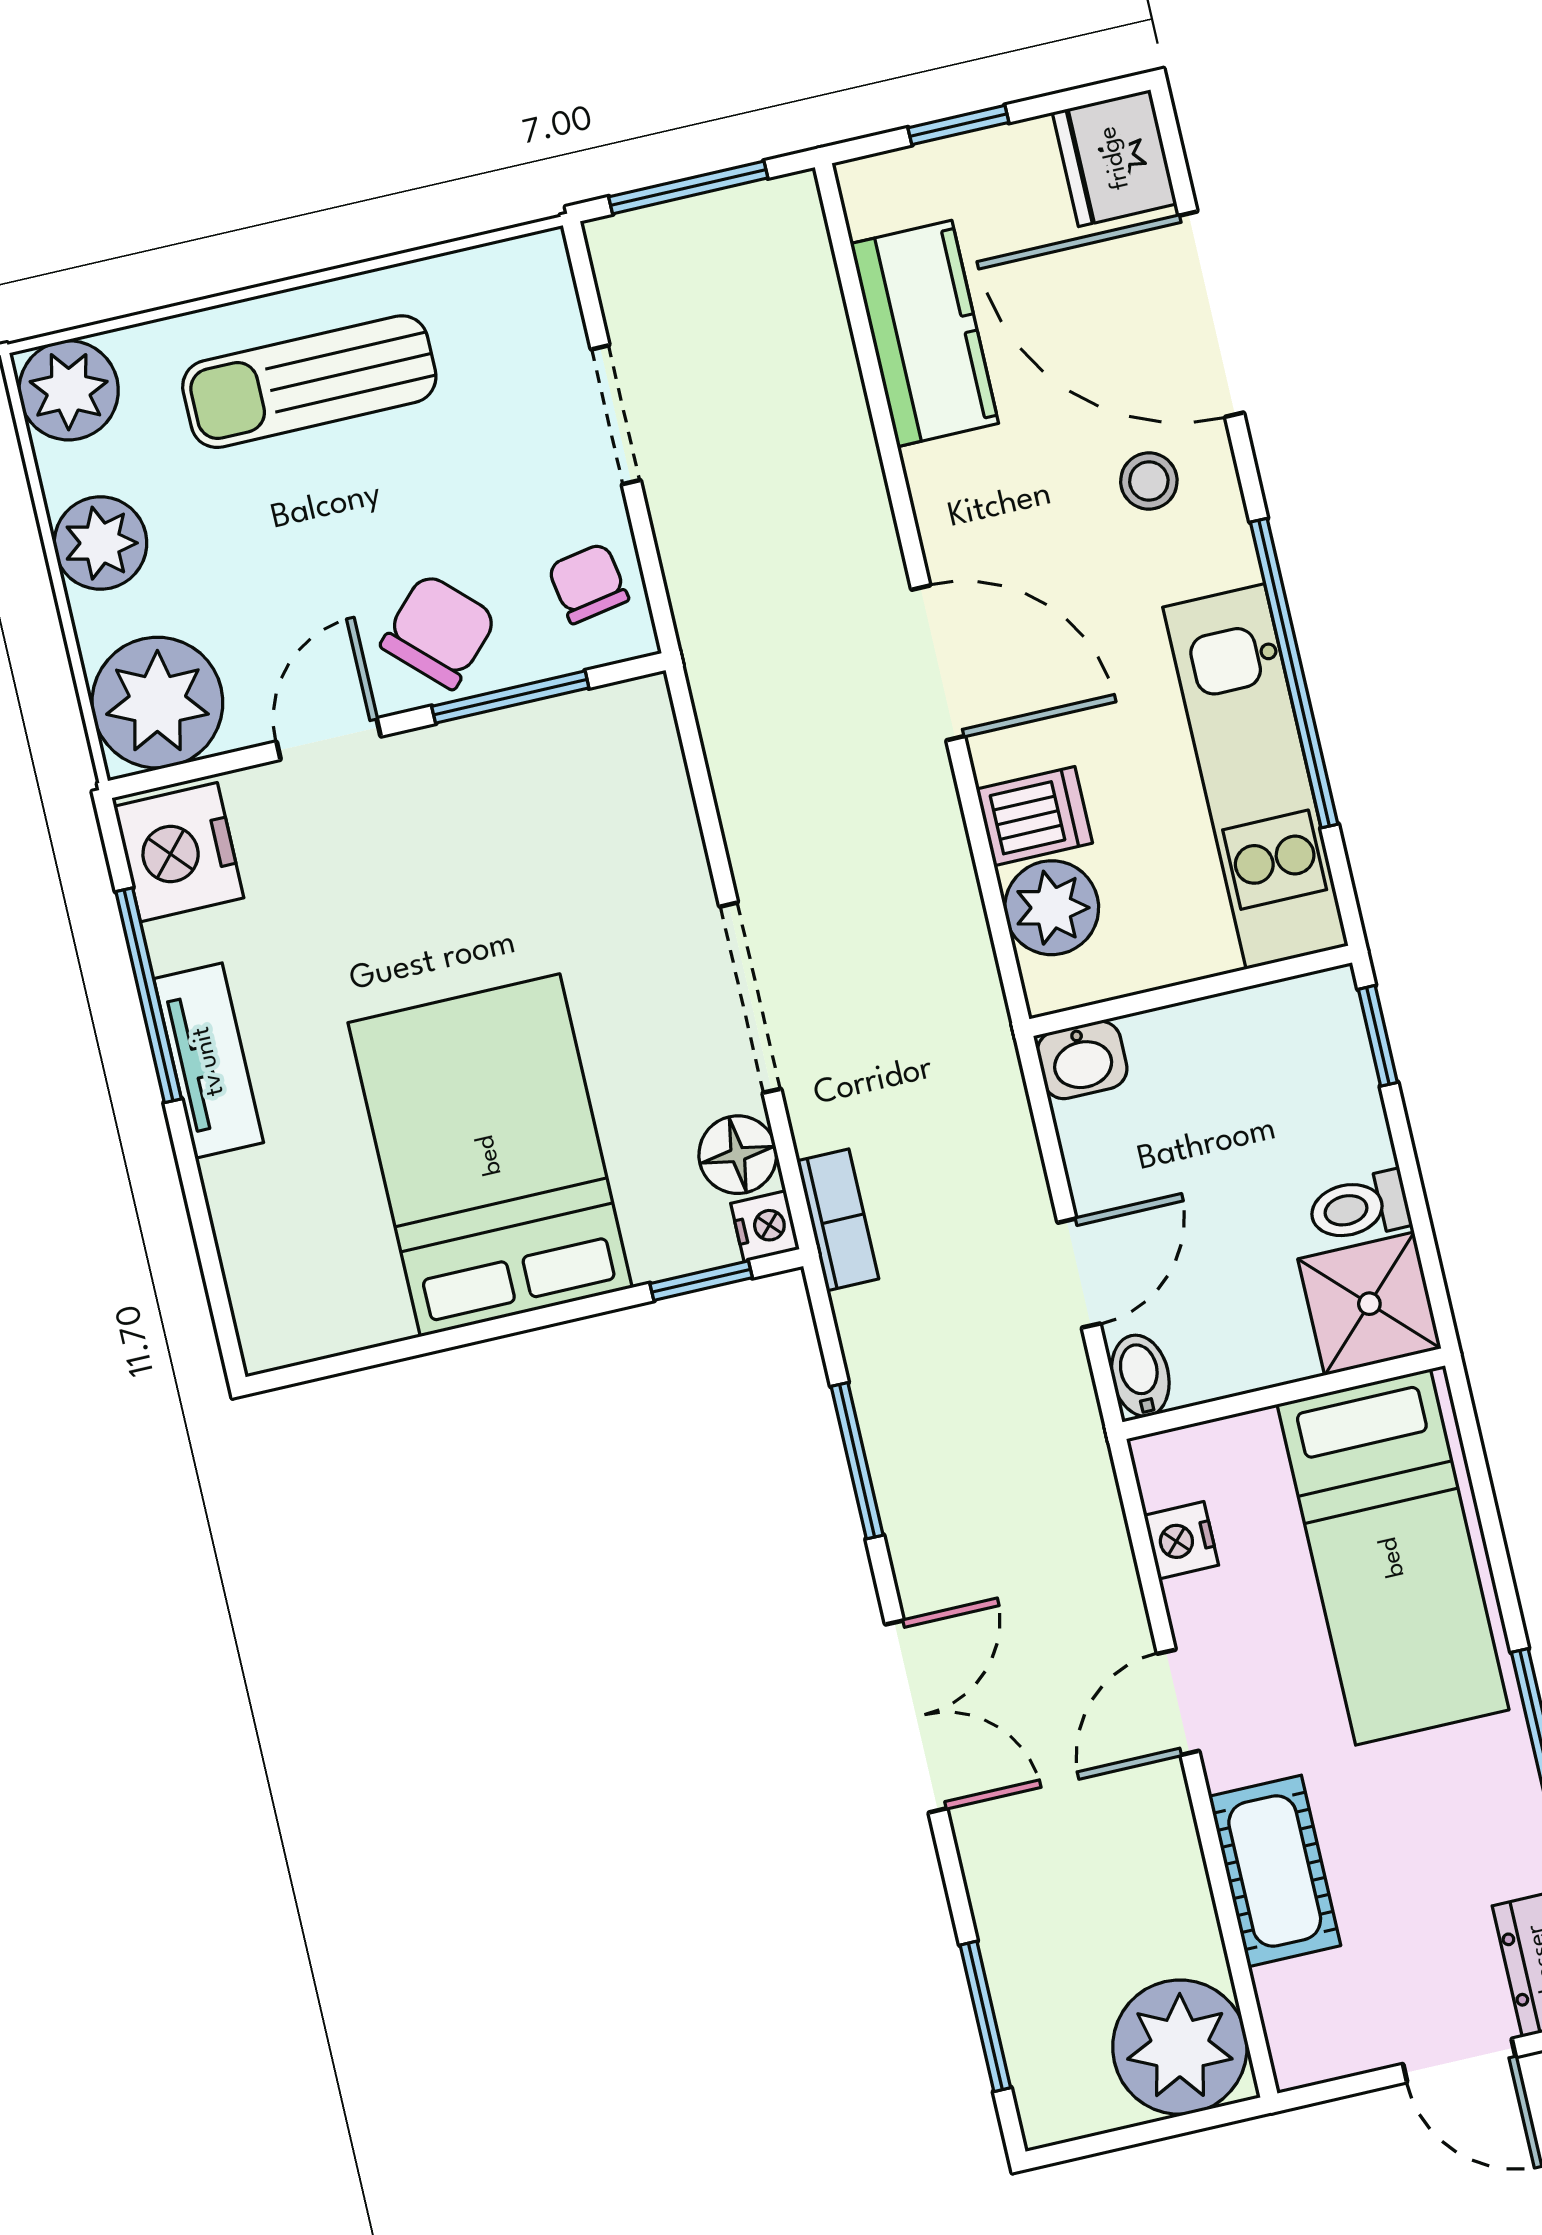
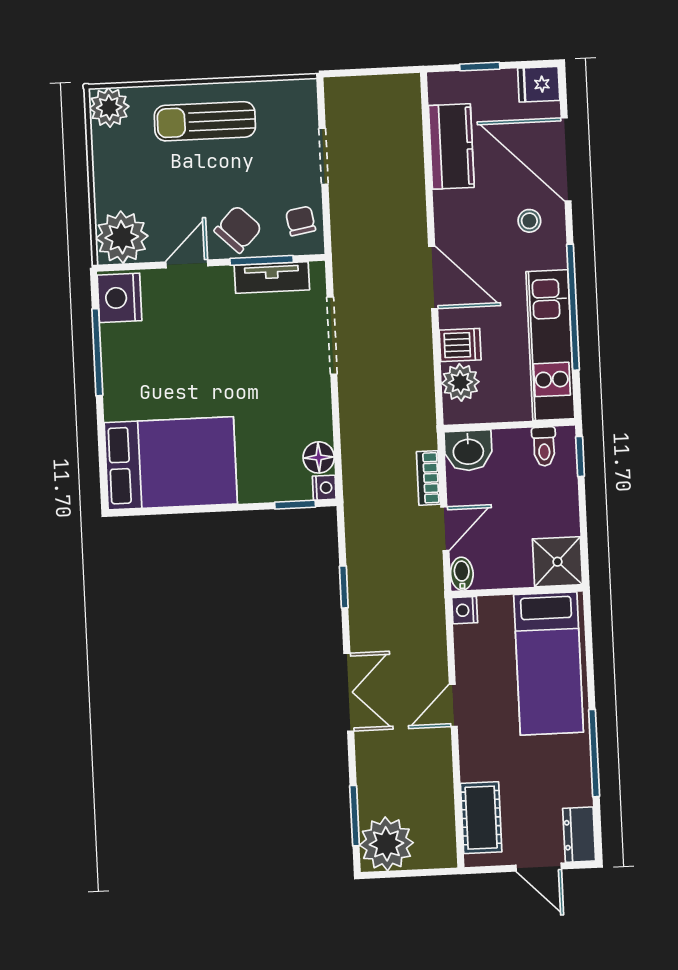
fridge: (1115, 158) -> (539, 84), width x0.72
window: (688, 187) -> (369, 72), removed
plant: (100, 543) -> (111, 170), removed
doorway: (750, 998) -> (332, 336), moved
washbasin: (1082, 1060) -> (468, 451), width x1.38, depth x1.45
tv unit: (209, 1061) -> (272, 277), moved, turned 90
bed: (490, 1155) -> (171, 463), moved, turned 90
toilet: (1359, 1207) -> (544, 446), moved, turned -90
bookcase: (838, 1220) -> (428, 478), moved, turned 180
window: (857, 1461) -> (344, 587), width x0.67
nightstand: (1181, 1540) -> (465, 610), moved
cot: (1275, 1871) -> (481, 818), moved
plant: (1180, 2047) -> (386, 844), moved

